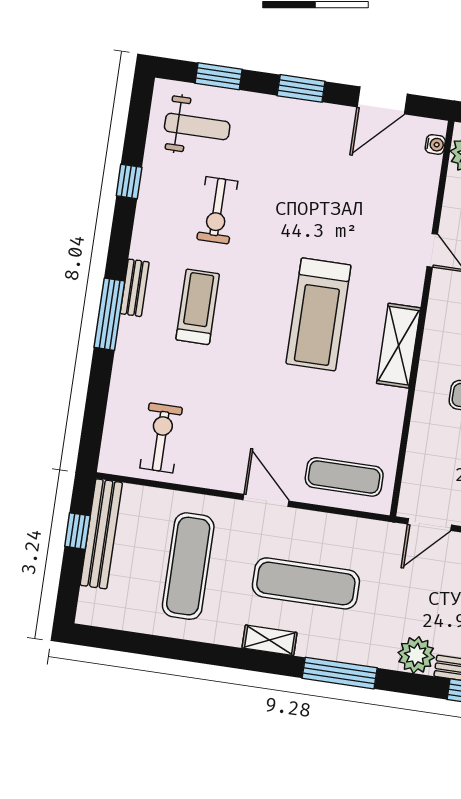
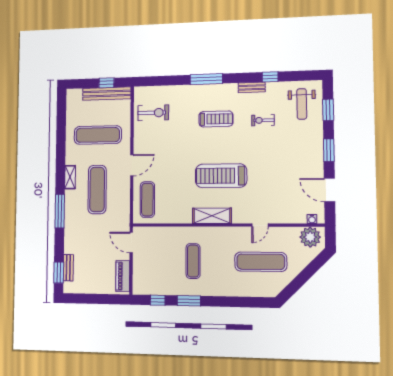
exercise bike: (217, 210) -> (263, 120), width x0.73, depth x0.72
bench: (135, 288) -> (252, 87), moved
plant: (416, 655) -> (72, 245), removed

